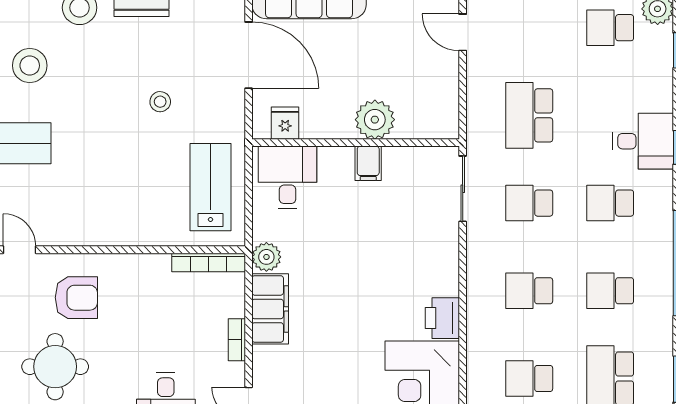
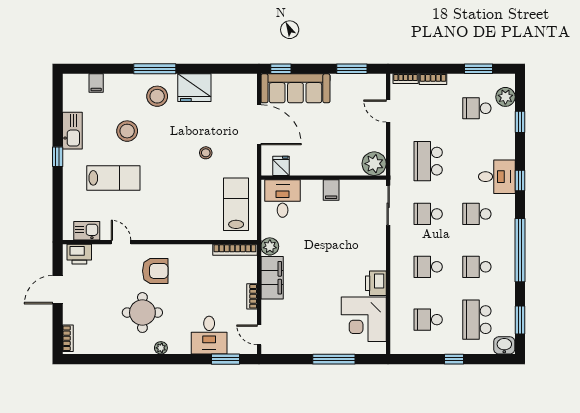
plant: (375, 120) -> (374, 164), moved

